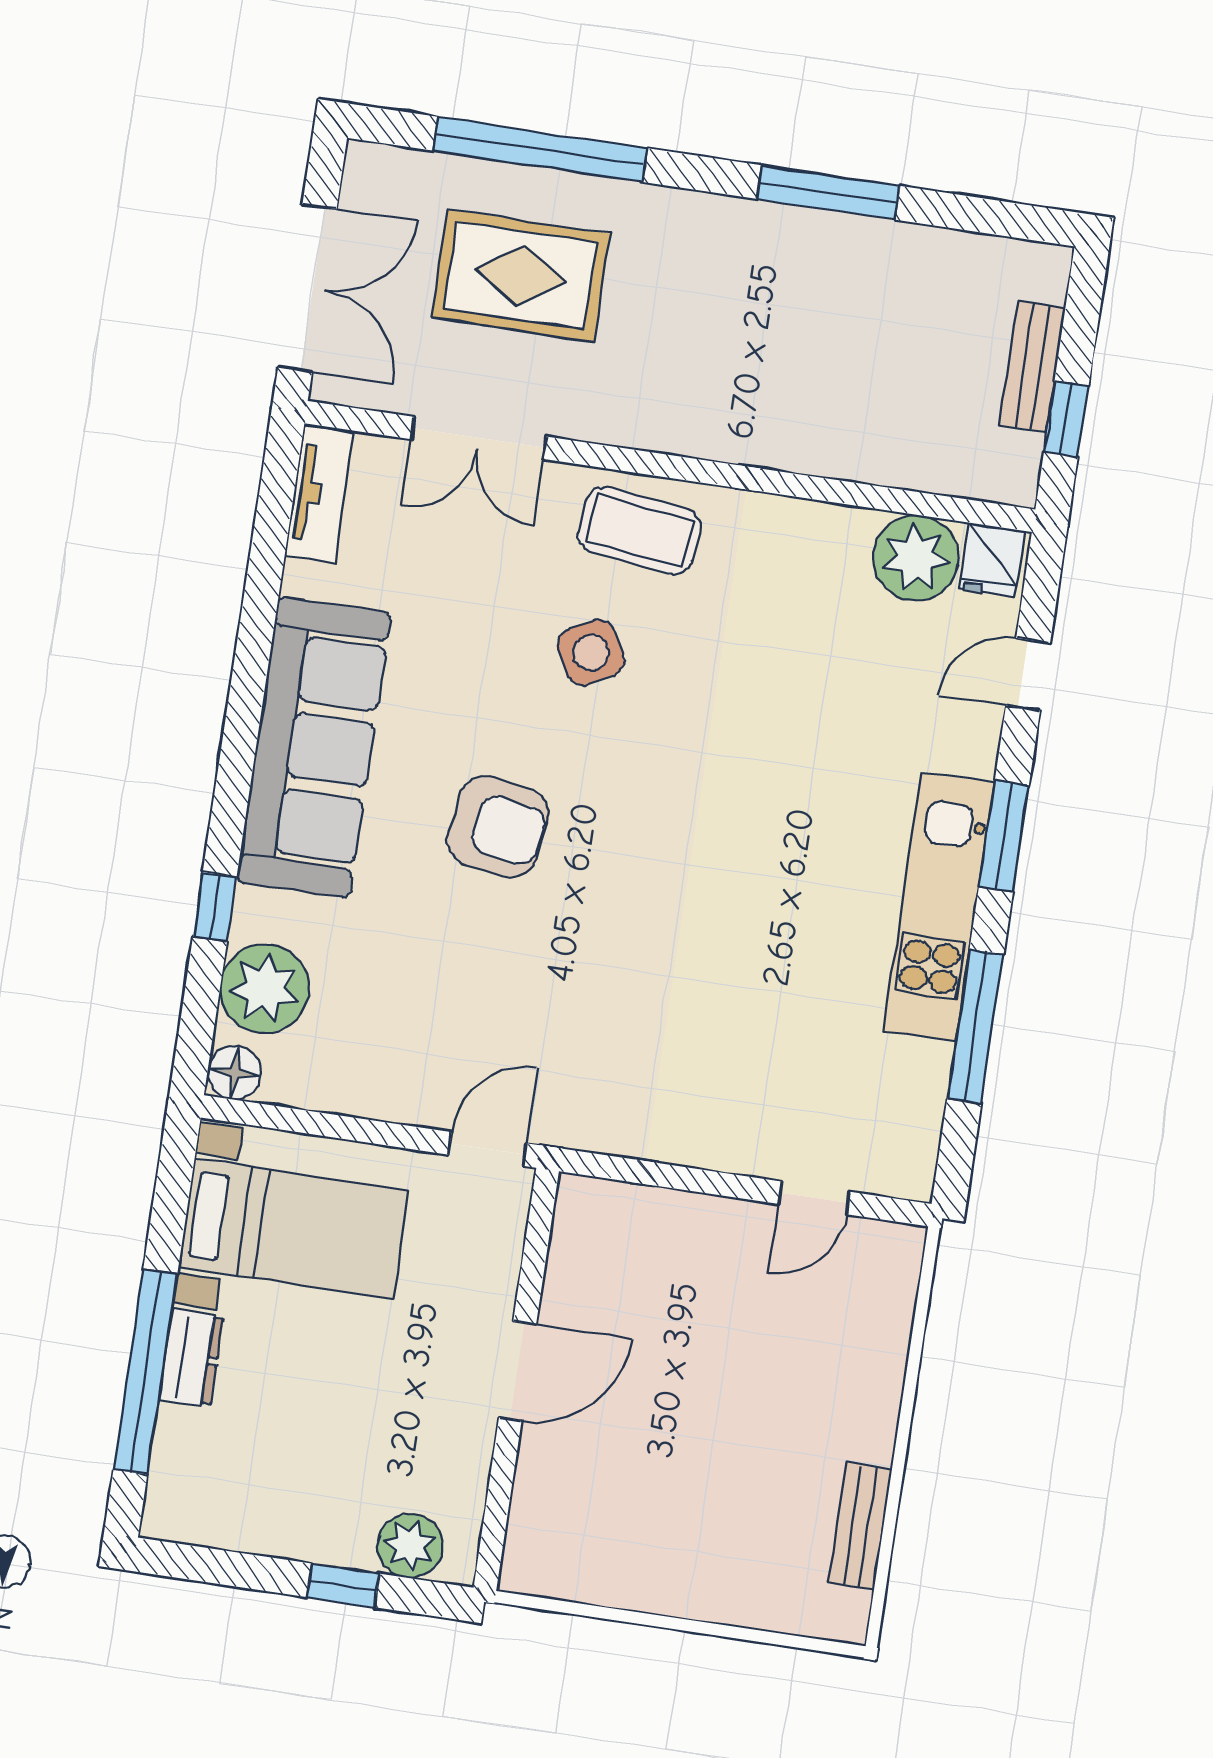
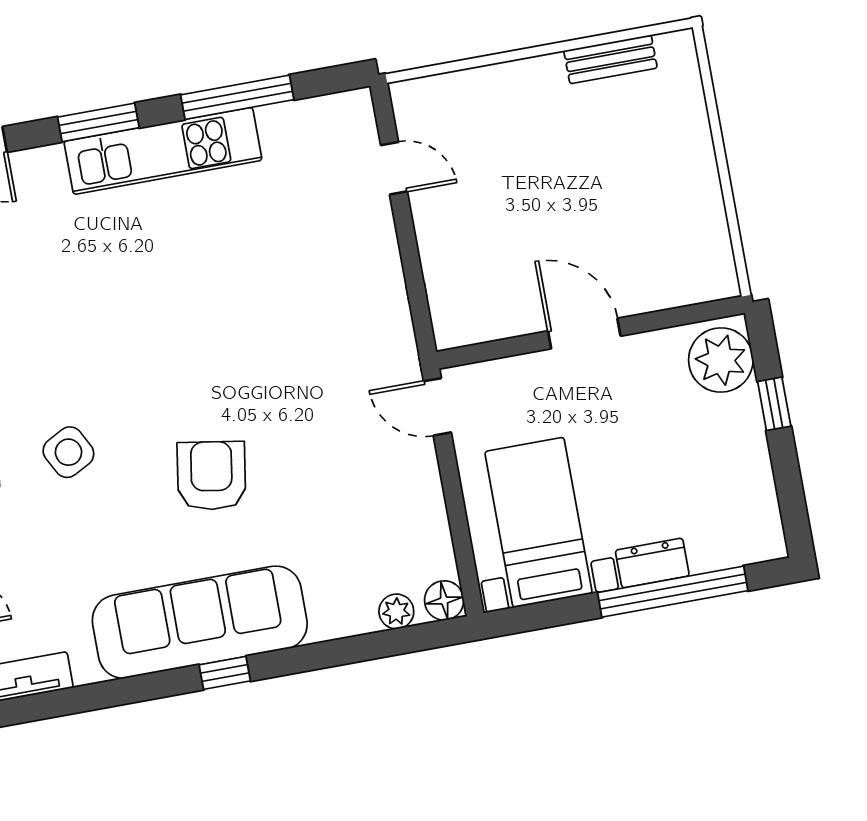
window: (215, 907) -> (225, 673), moved
plant: (265, 989) -> (396, 611), width x0.53, depth x0.53
plant: (410, 1546) -> (721, 360), width x1.36, depth x1.36

